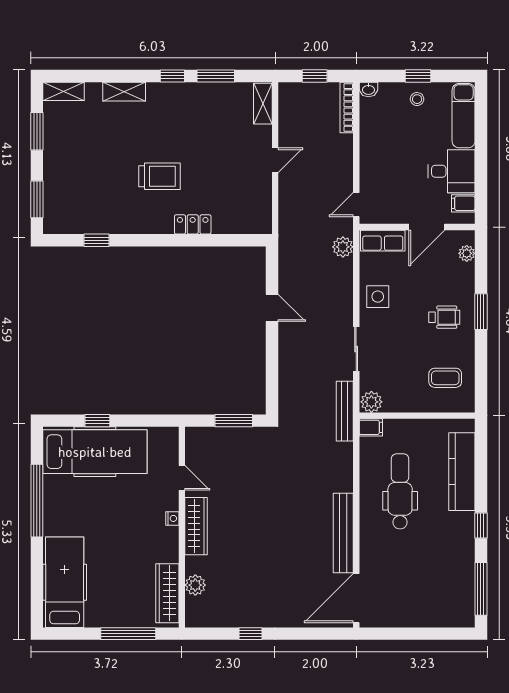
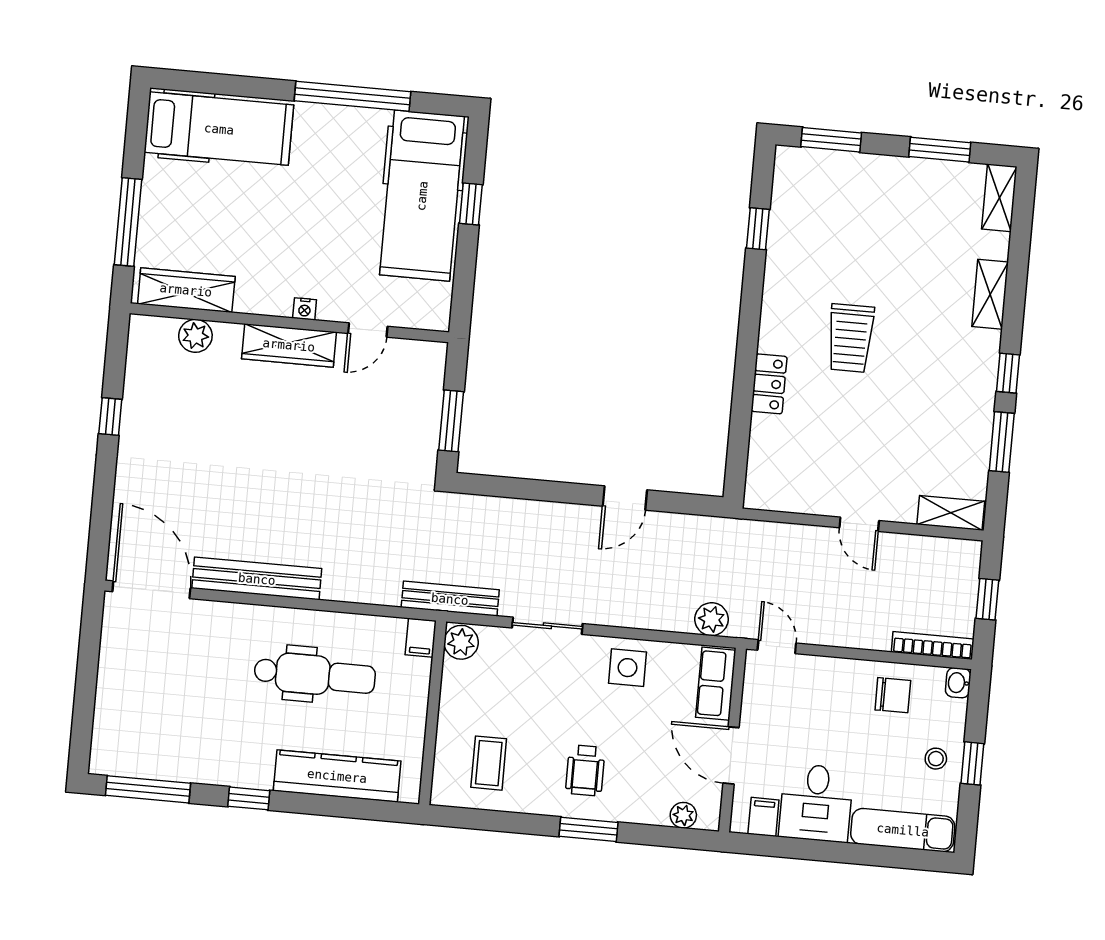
chair: (380, 129) -> (893, 695), added

